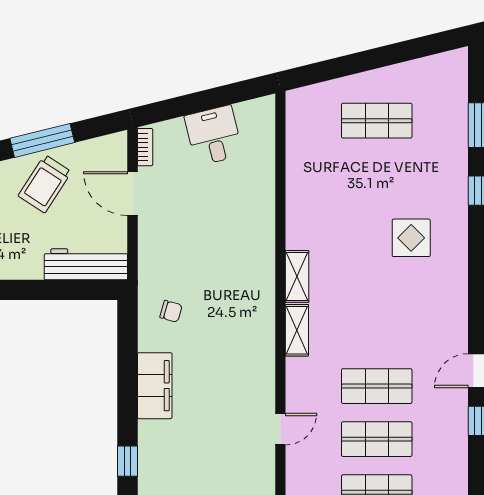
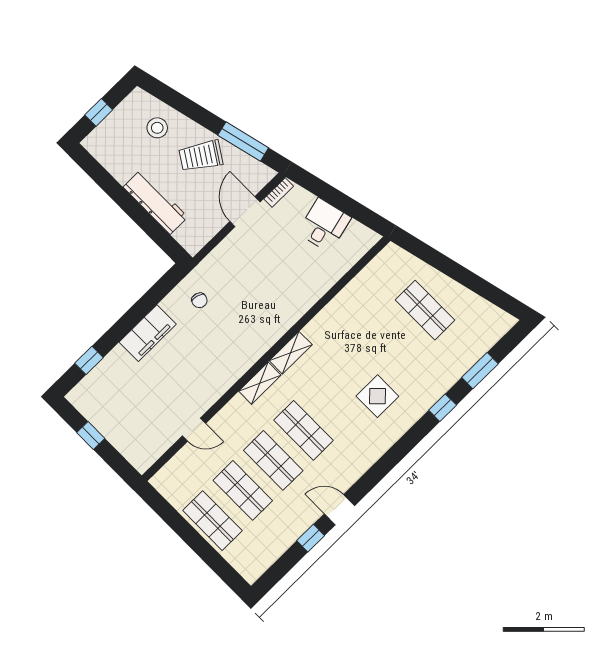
window: (42, 140) -> (243, 141), moved
workbench: (86, 264) -> (155, 202), moved
shop shelf: (377, 333) -> (304, 430), added

